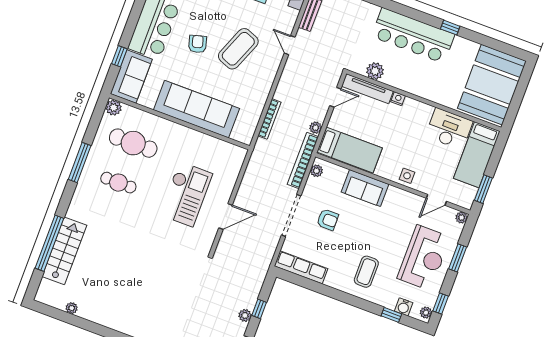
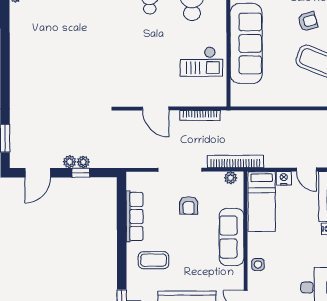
bookcase: (269, 119) -> (200, 115), moved
nightstand: (336, 121) -> (284, 178), added
plant: (316, 128) -> (83, 162), moved
sofa: (365, 188) -> (232, 237), width x1.36
checkout: (186, 194) -> (201, 62), moved, width x0.73, depth x0.83
row of seats: (301, 267) -> (135, 216), moved

